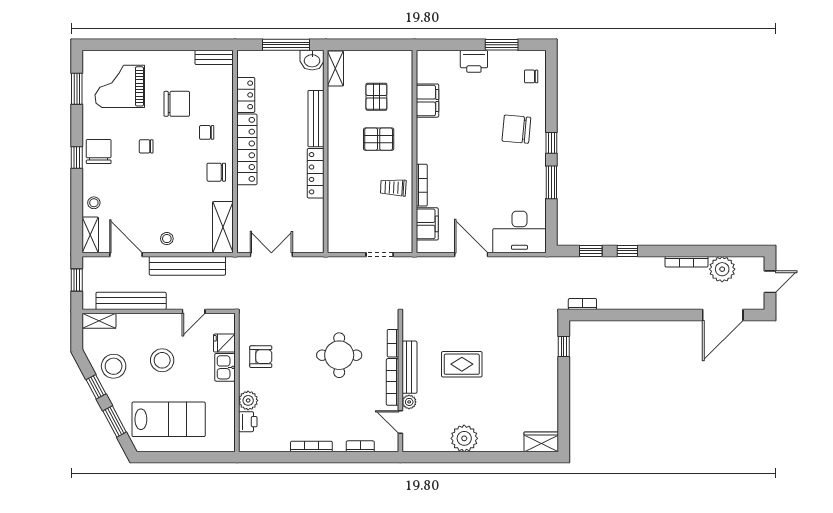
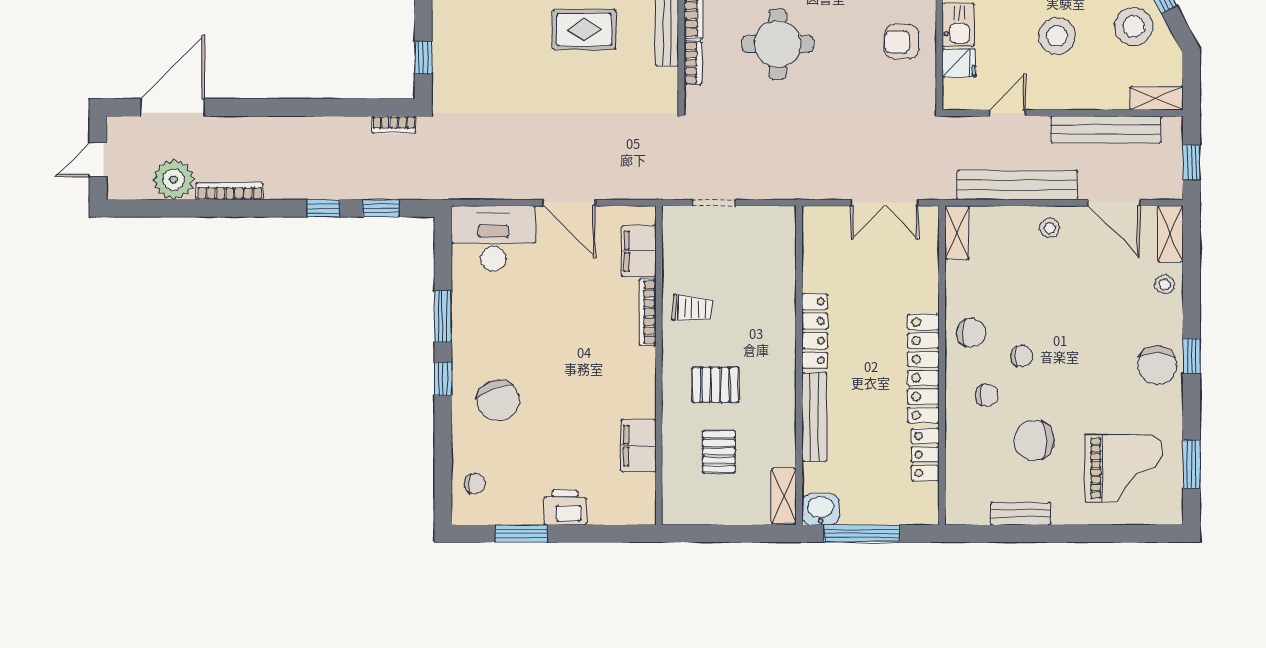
bench: (214, 57) -> (1021, 514), moved
chair: (516, 129) -> (498, 400), turned 65
chair: (146, 146) -> (1022, 356), moved
shelving: (223, 227) -> (957, 232), width x0.67, depth x0.75

